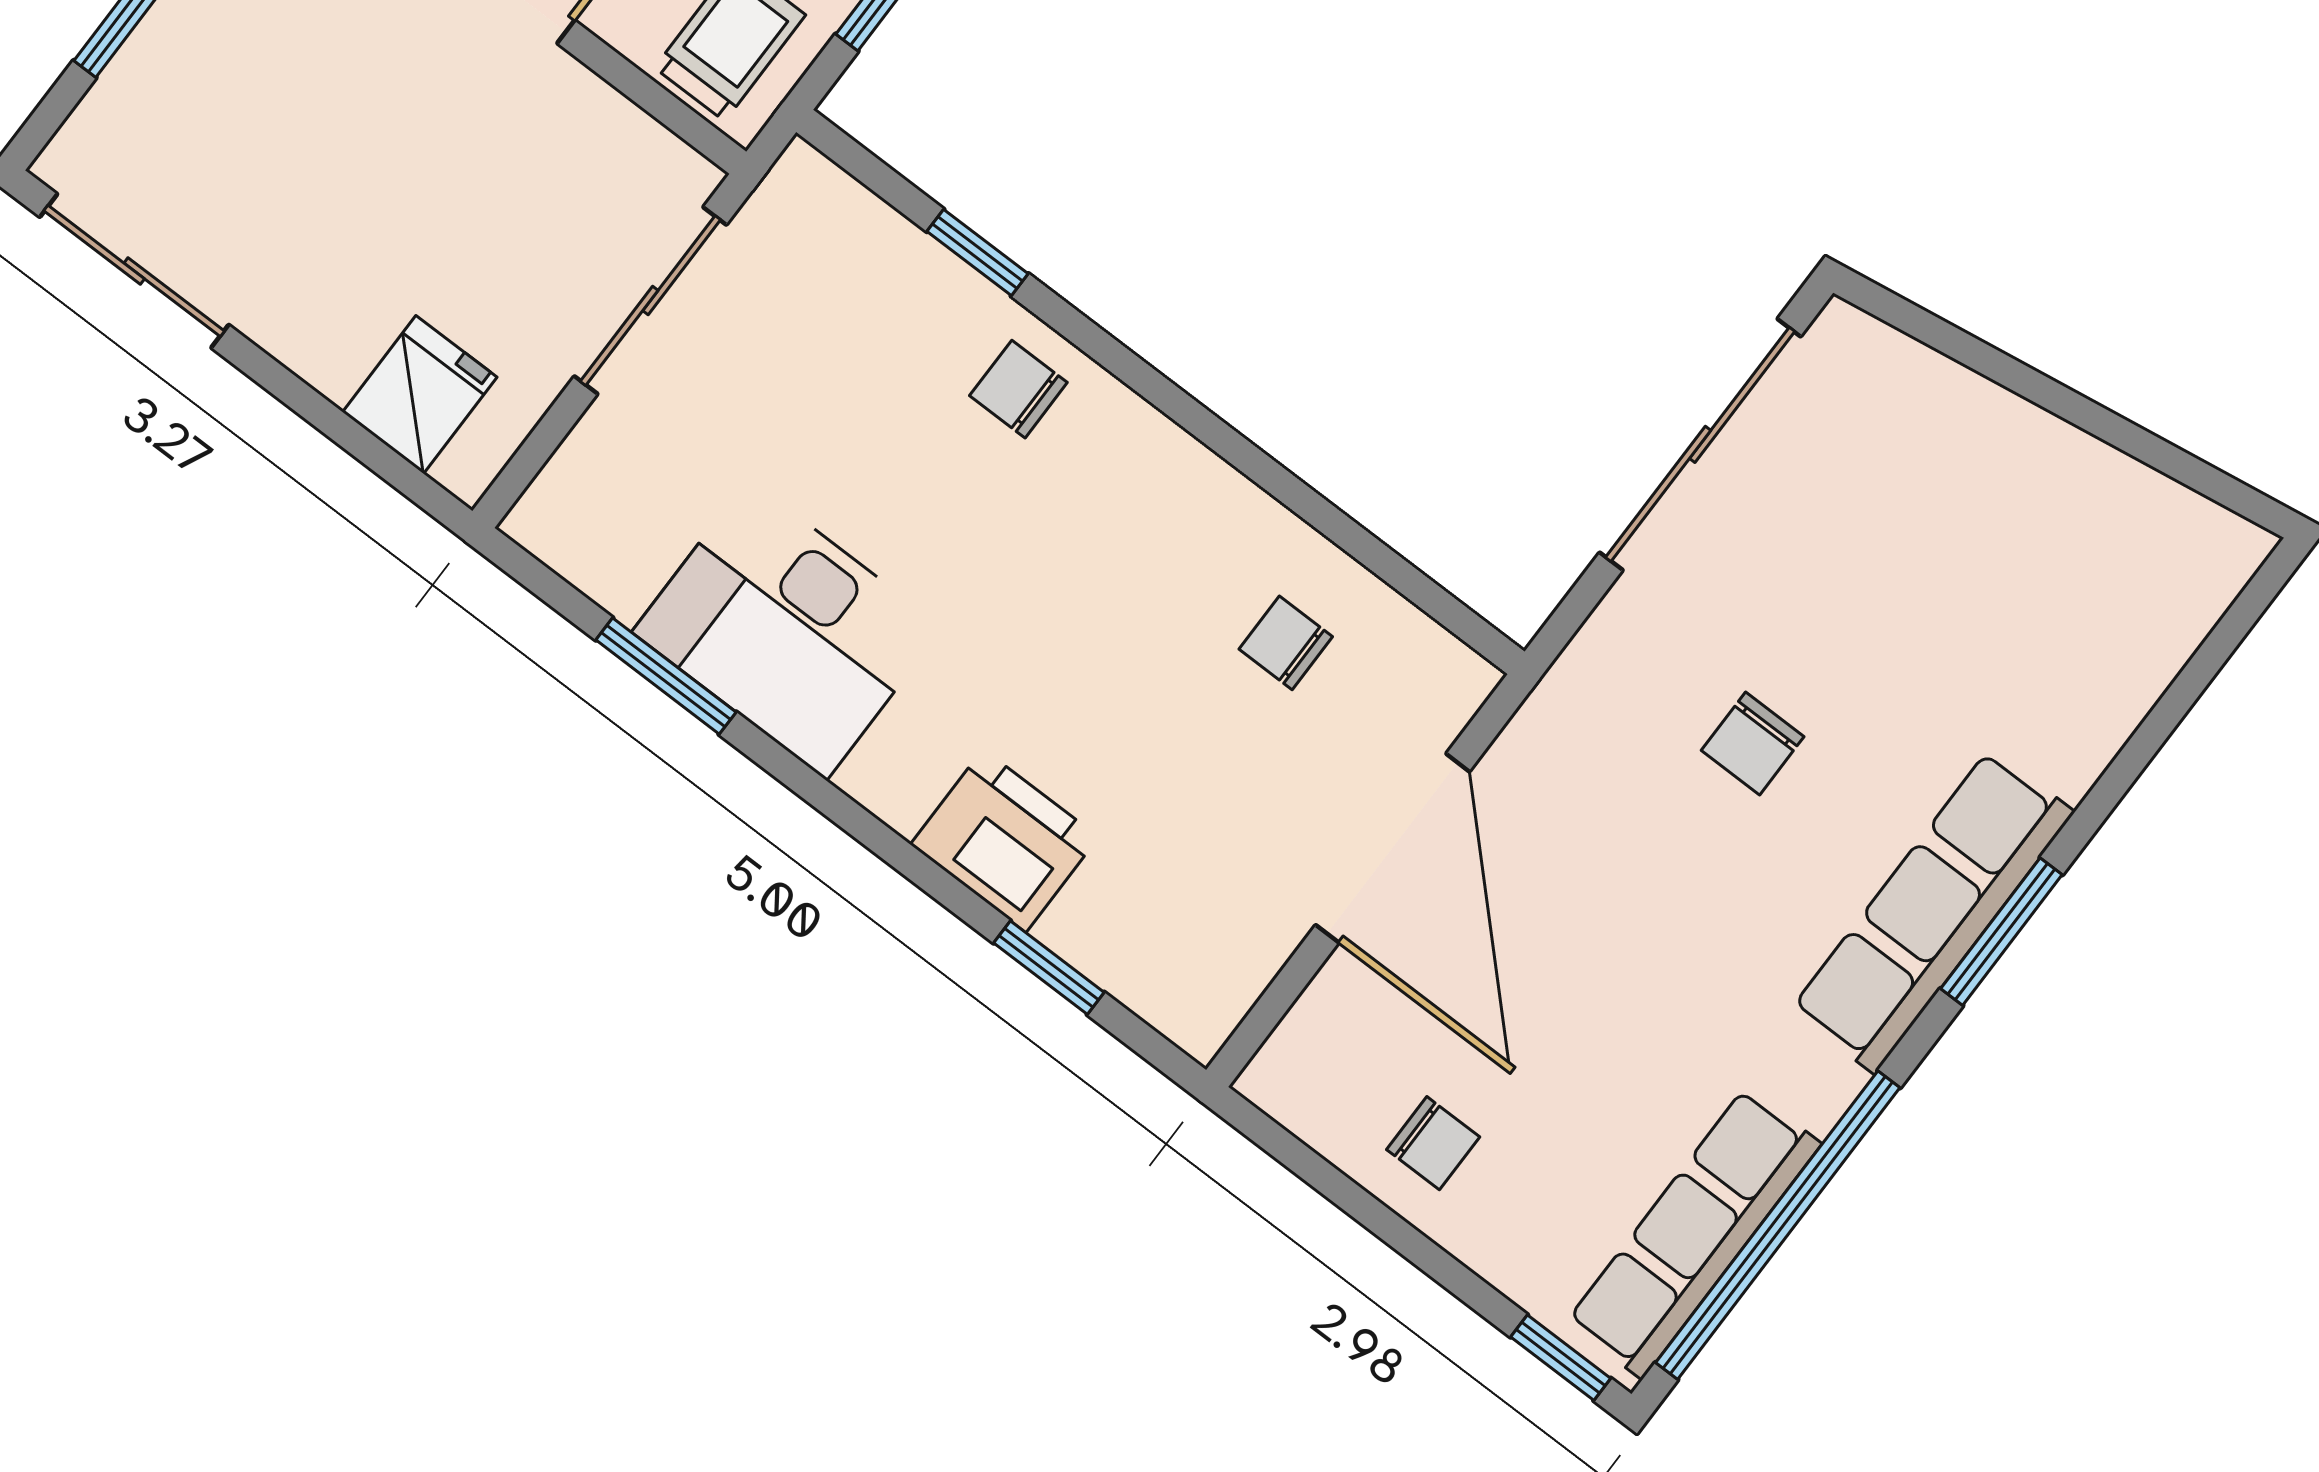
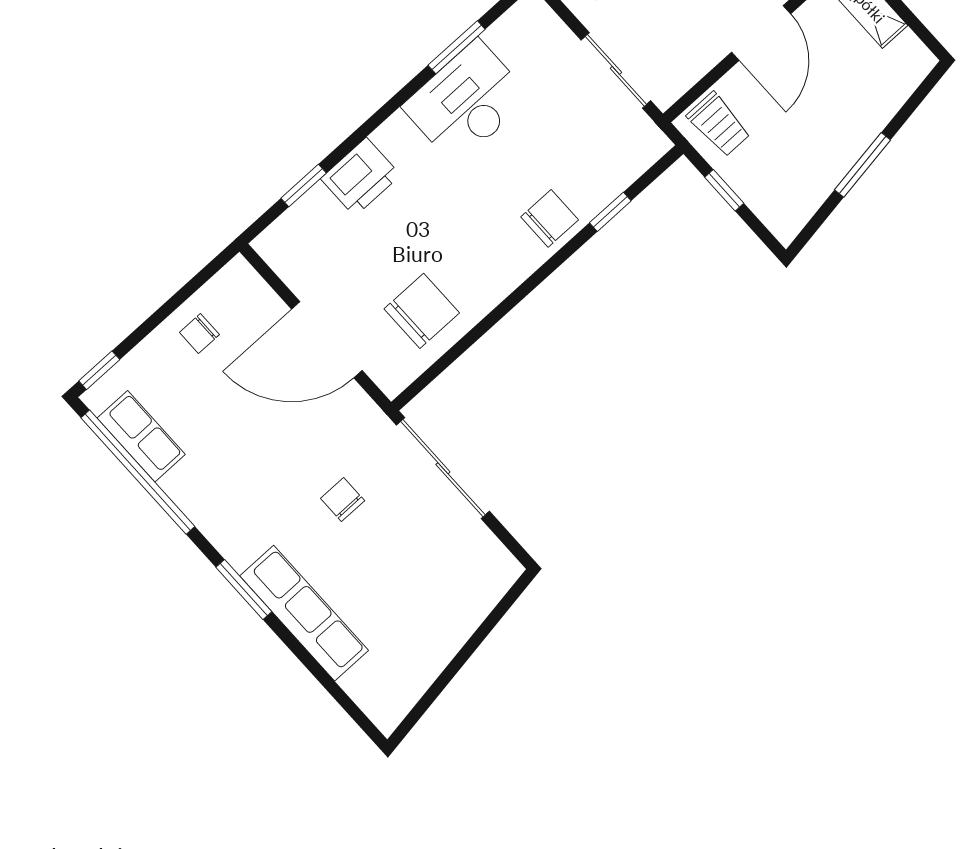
chair: (1018, 389) -> (550, 218), width x1.37, depth x1.37
sliding door: (1700, 444) -> (443, 468), moved
chair: (1286, 643) -> (422, 311), width x1.87, depth x1.87
row of seats: (1932, 911) -> (304, 613), moved
row of seats: (1694, 1233) -> (141, 436), width x0.68

